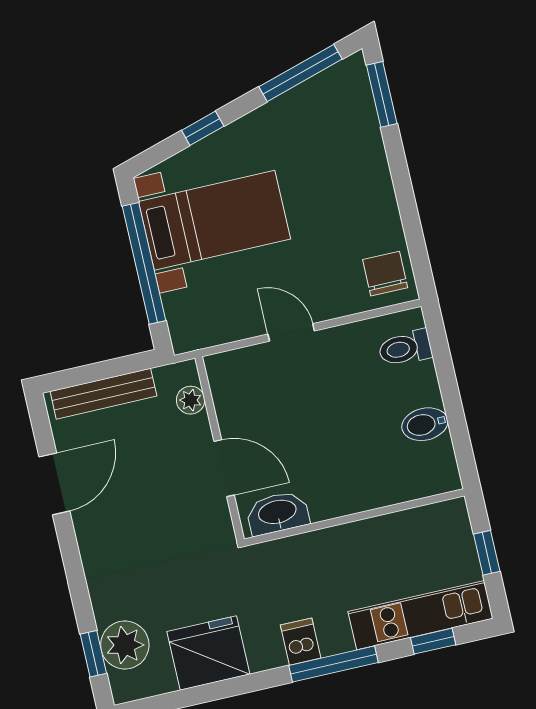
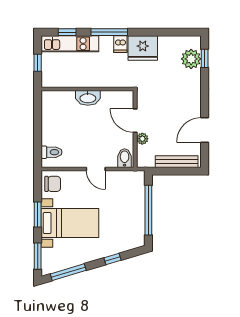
window: (404, 193) -> (38, 215), added
bed with nightstands: (215, 220) -> (70, 223), moved, turned 180
chair: (385, 274) -> (53, 184), turned -90
plant: (191, 400) -> (142, 139), moved
bidet: (425, 424) -> (125, 158), moved, turned -90
washbasin: (278, 513) -> (88, 98), moved
fridge: (208, 653) -> (143, 48), moved

